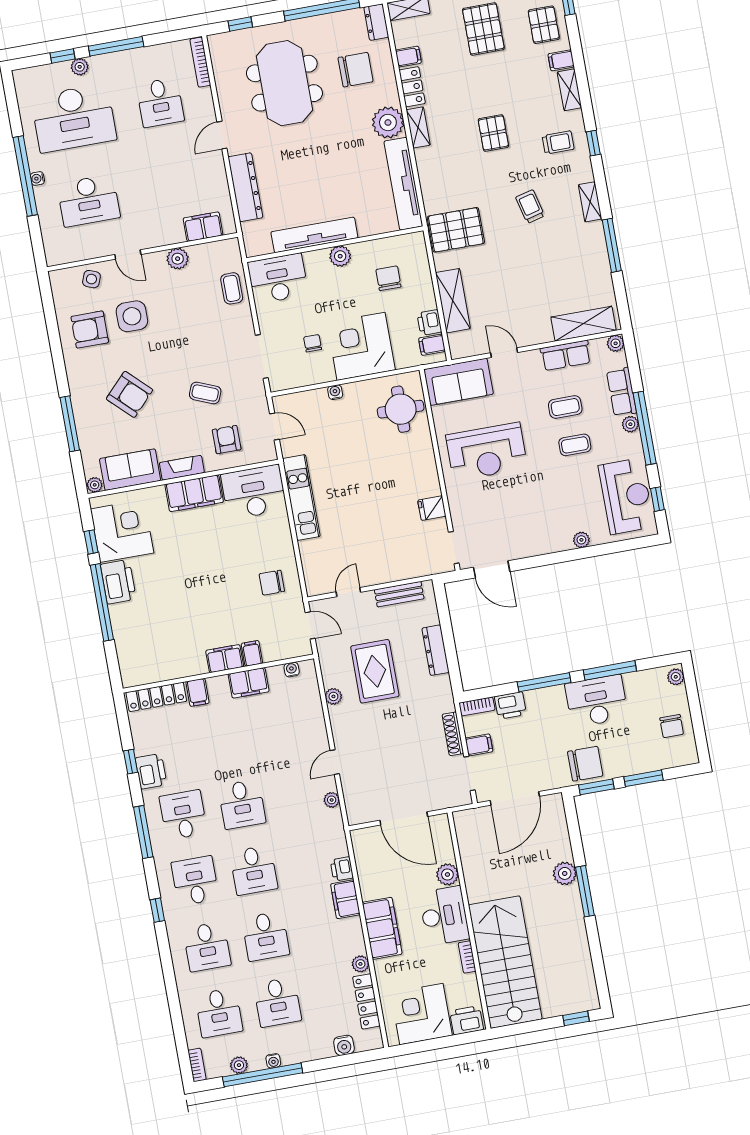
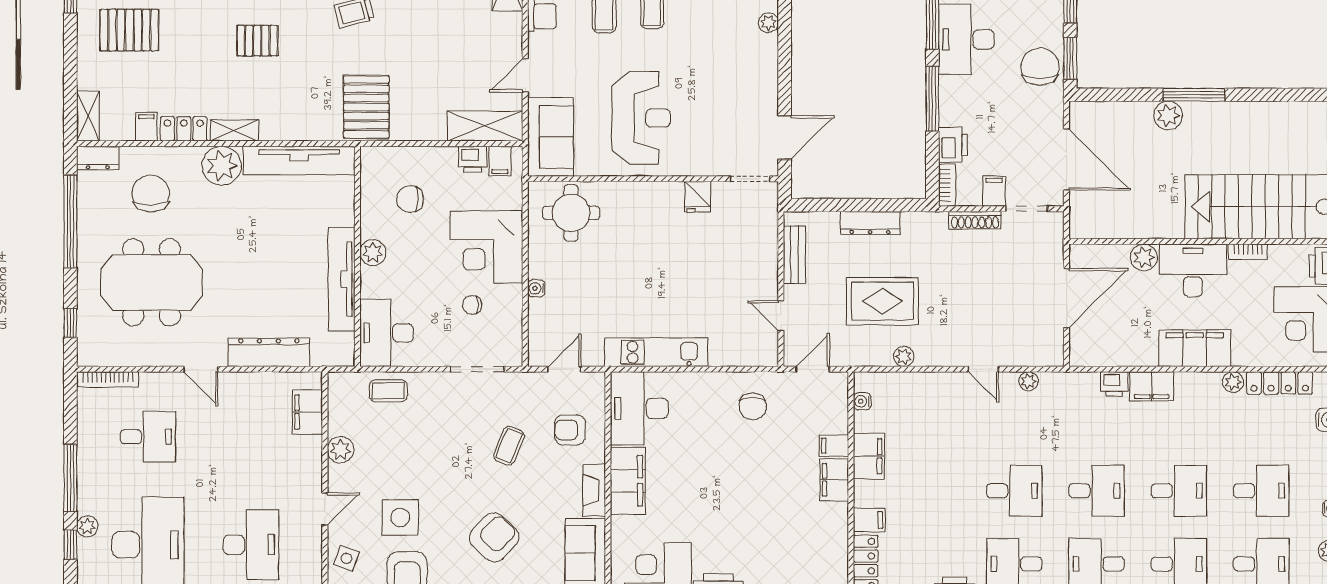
shelving: (453, 301) -> (485, 126), moved

